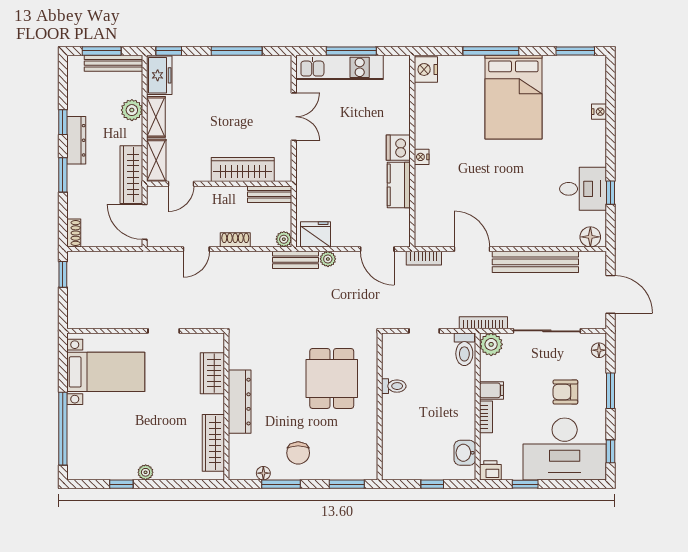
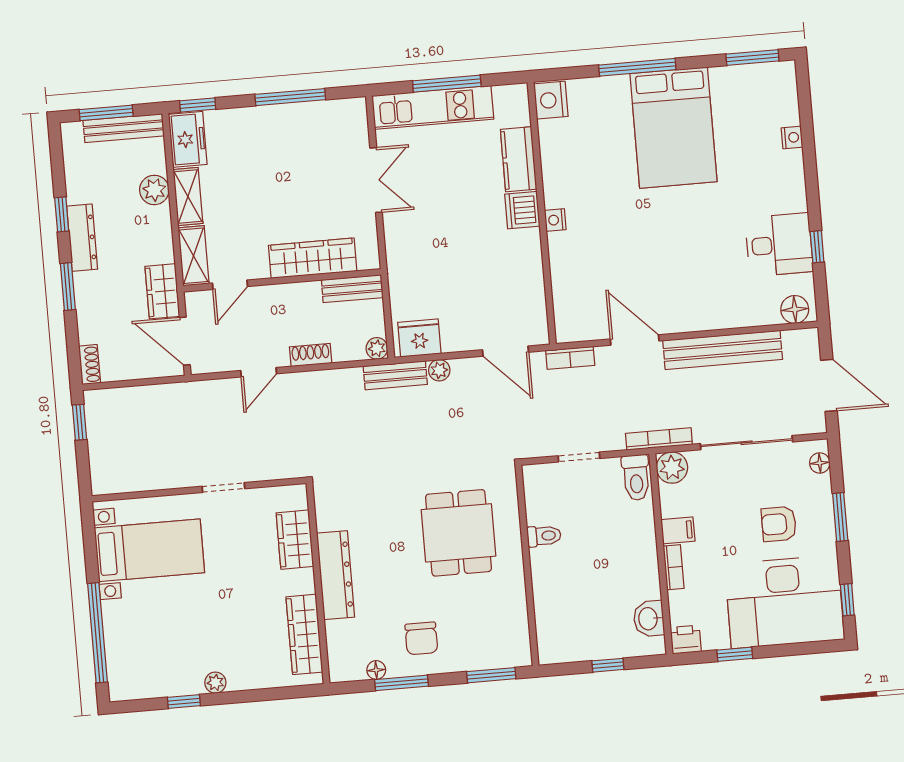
wardrobe: (131, 175) -> (162, 291), width x0.67
kitchen counter: (399, 185) -> (519, 159), moved

